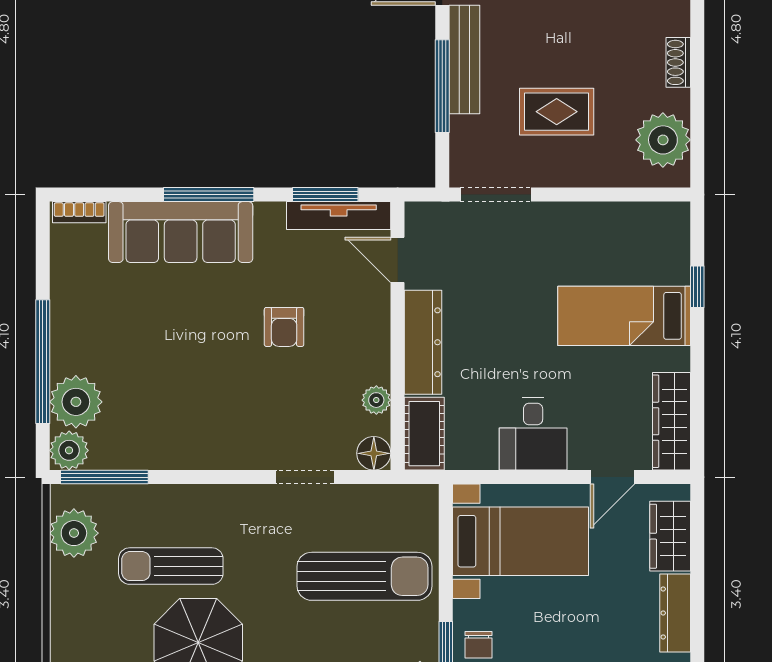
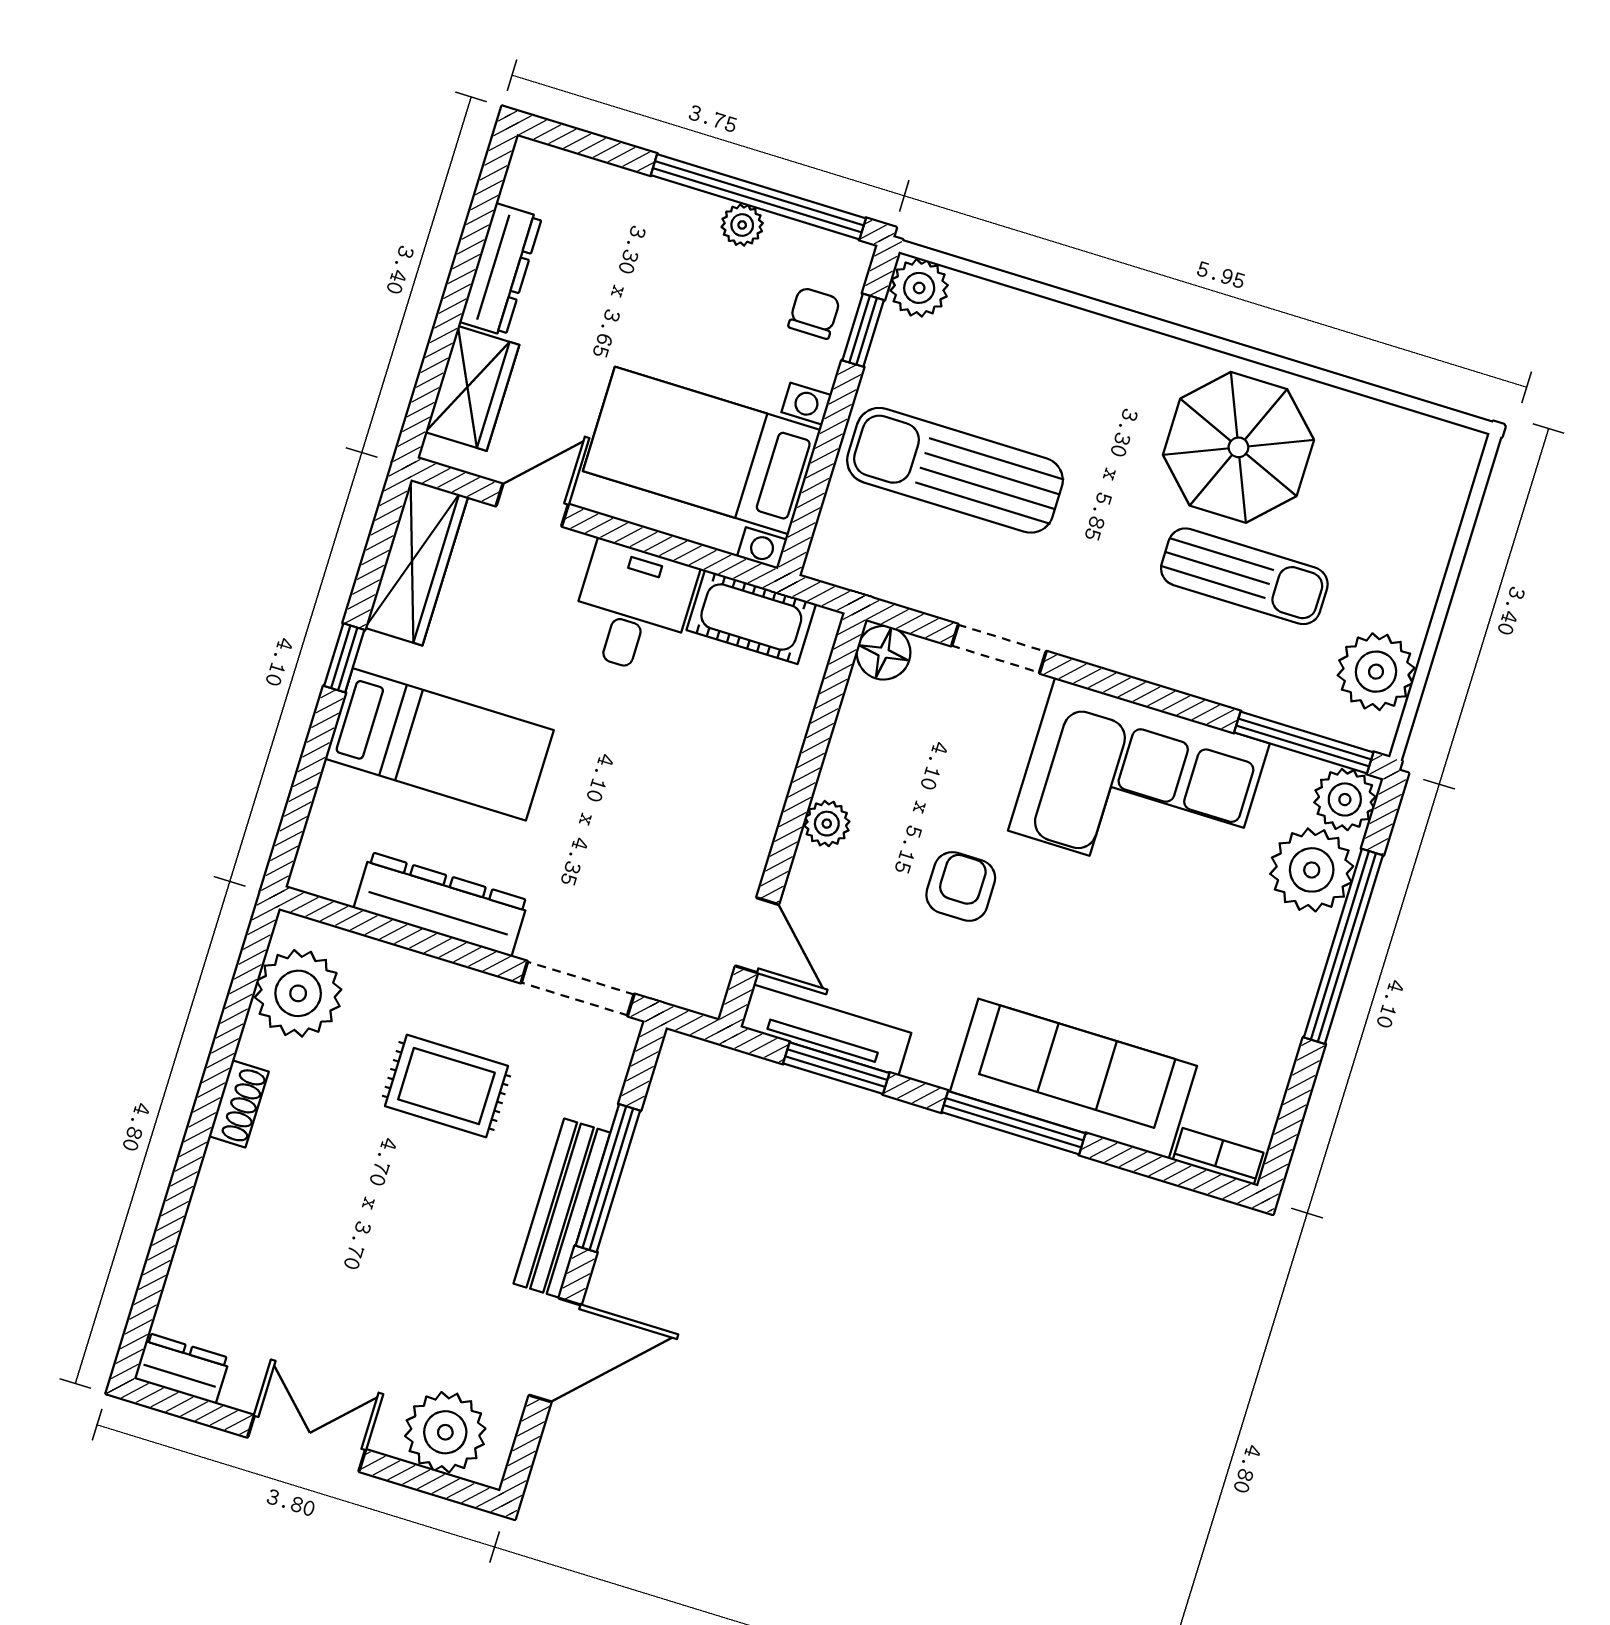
window: (697, 287) -> (344, 658), moved
dresser: (423, 342) -> (441, 904), moved, turned 90
plant: (376, 400) -> (827, 824), moved
corner sofa: (195, 420) -> (1139, 787), added
cot: (424, 434) -> (751, 617), moved, turned 90

